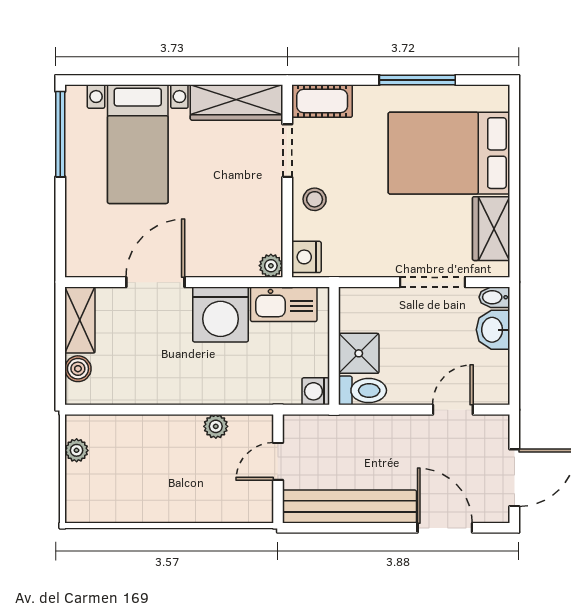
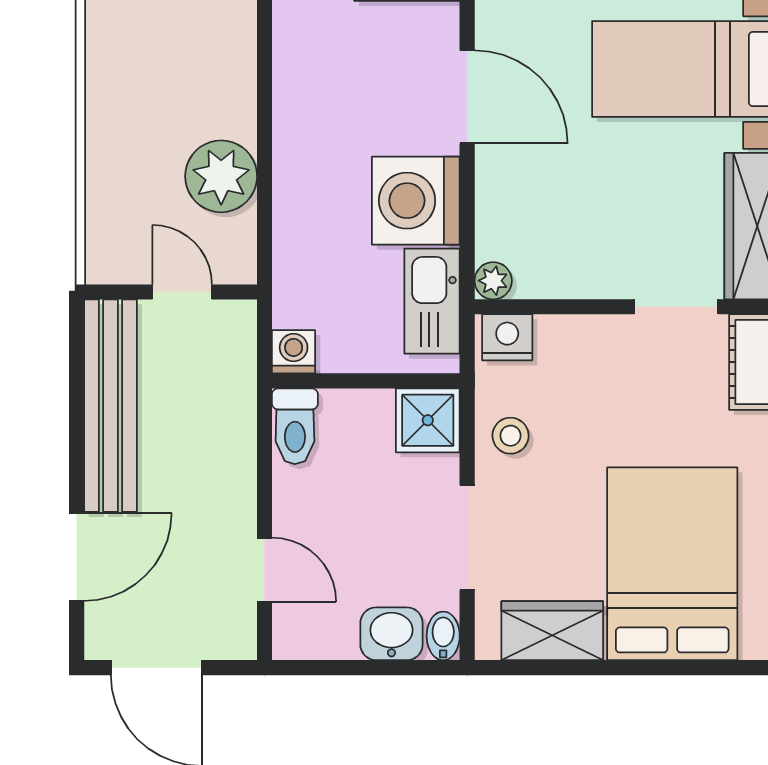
stool: (315, 199) -> (511, 436), moved
shower: (359, 353) -> (428, 420), moved
plant: (216, 426) -> (221, 176), width x1.88, depth x1.88

